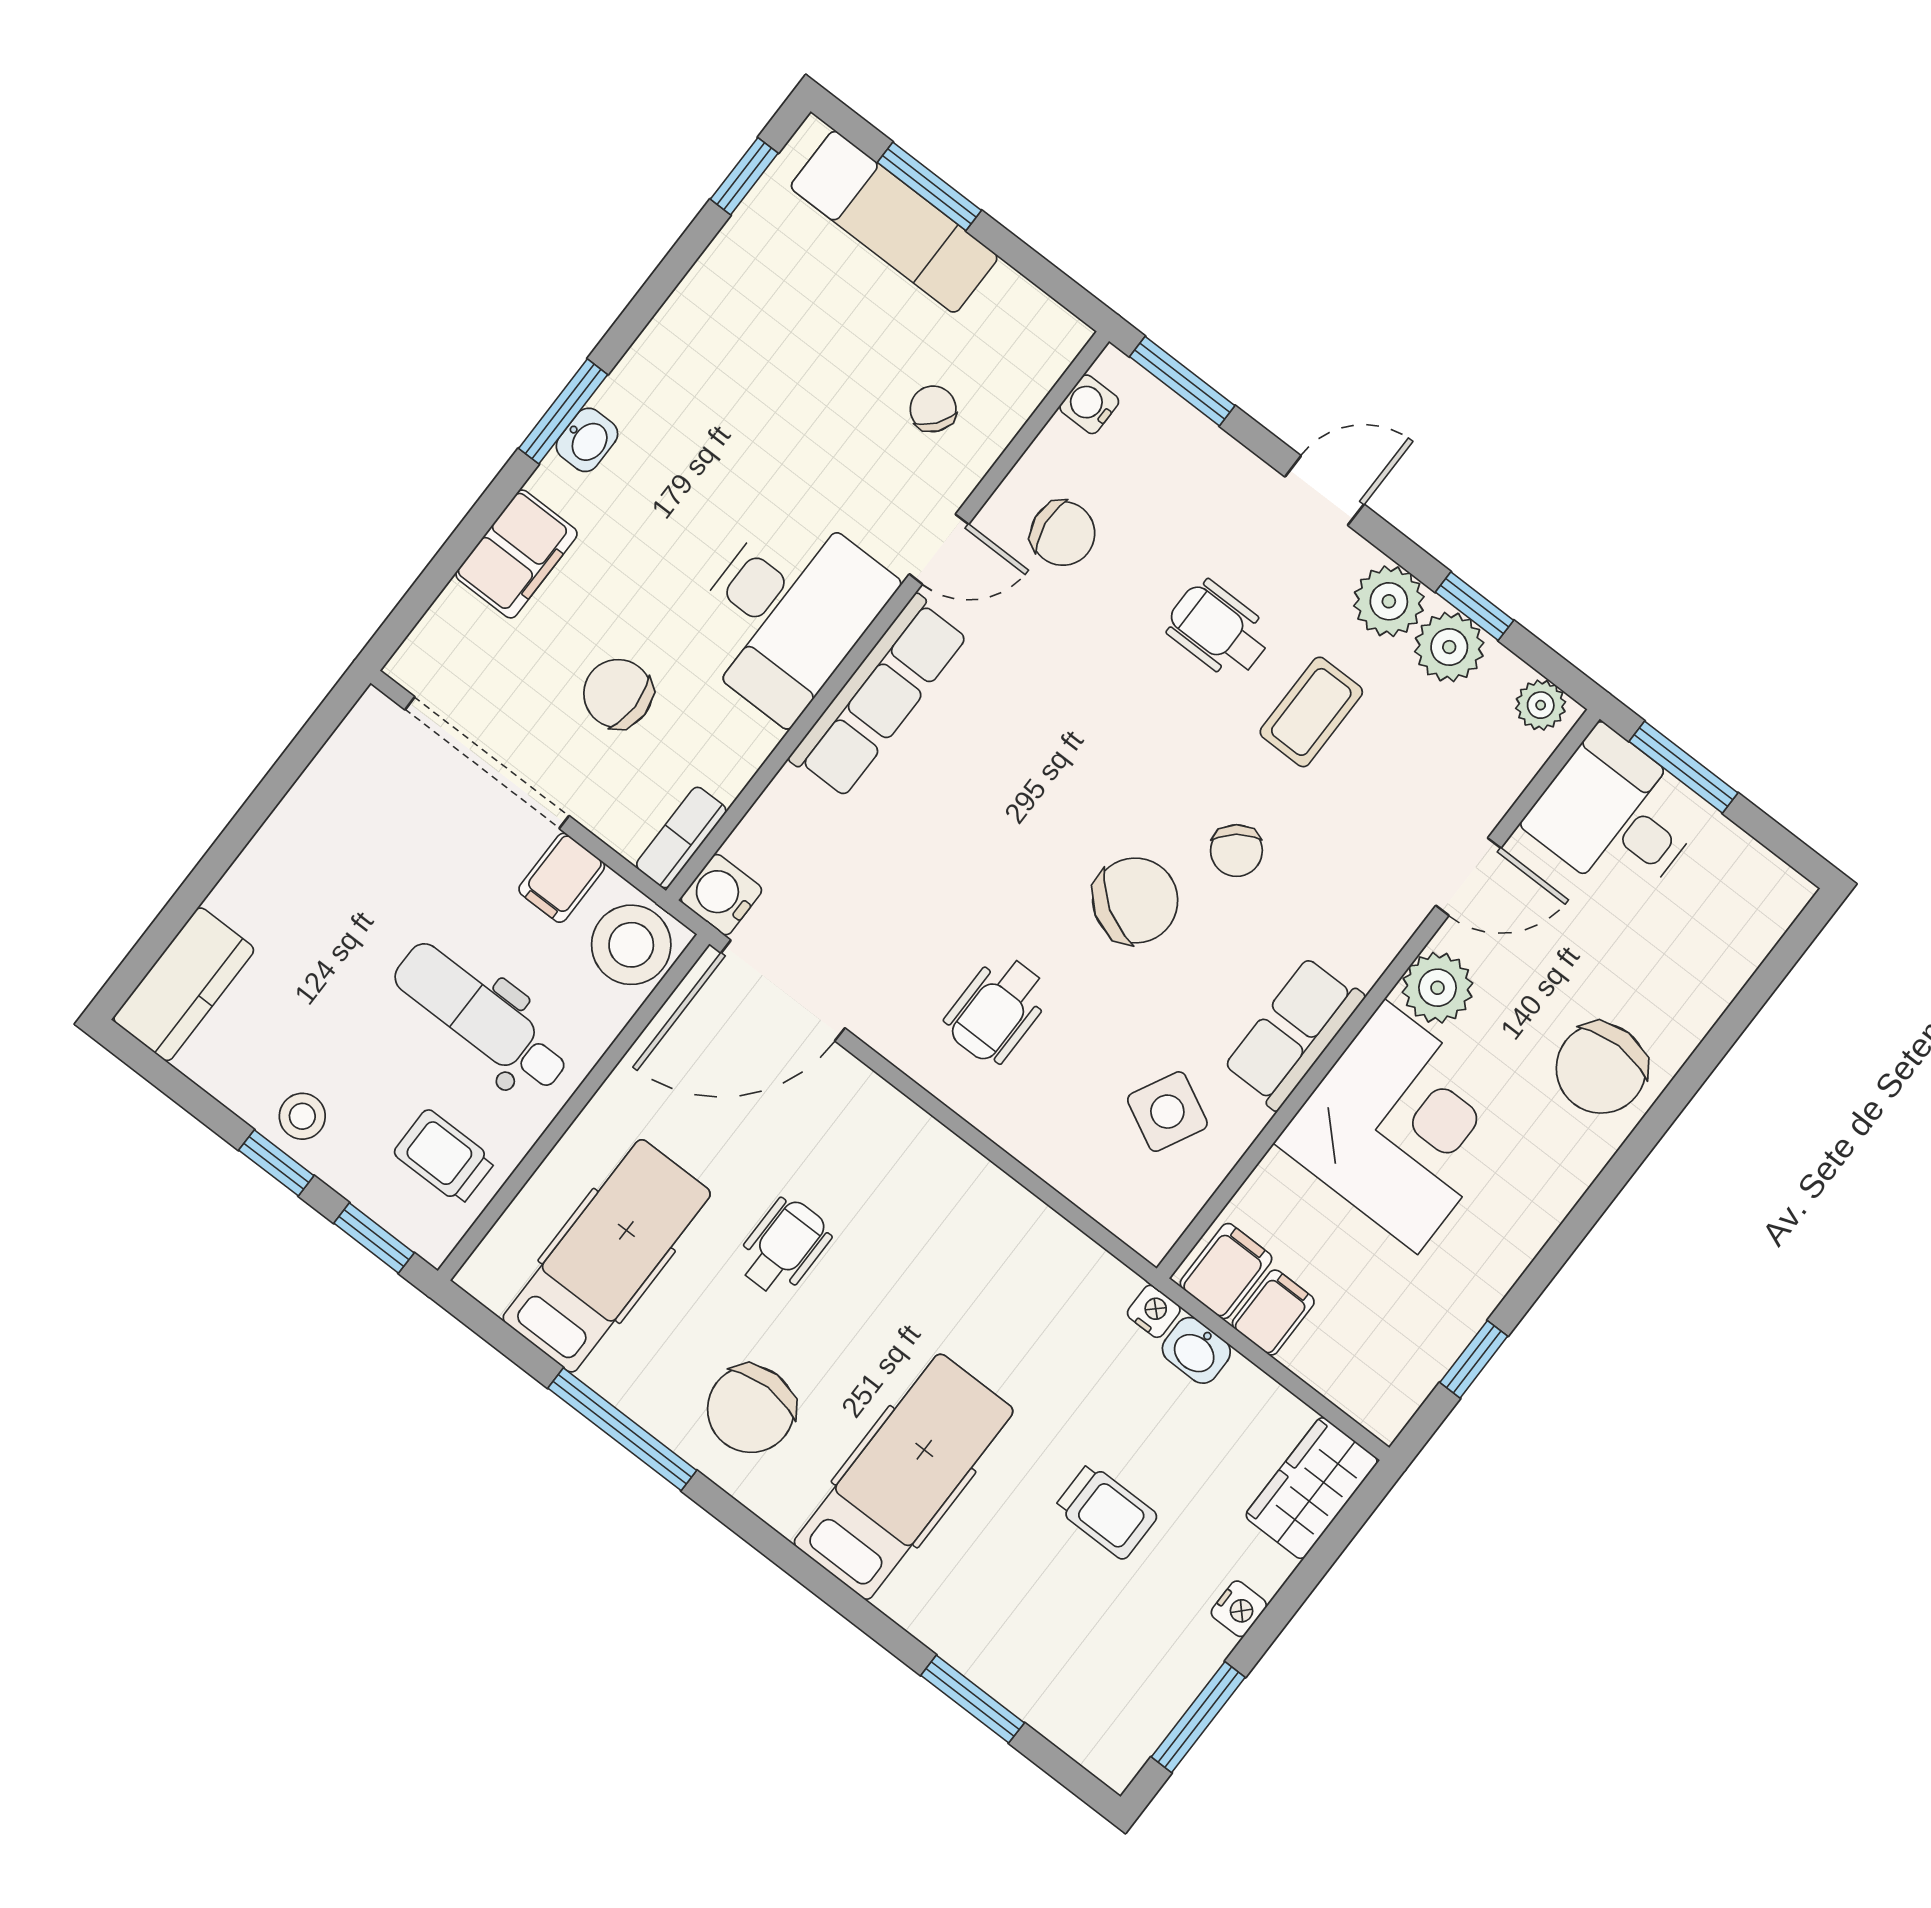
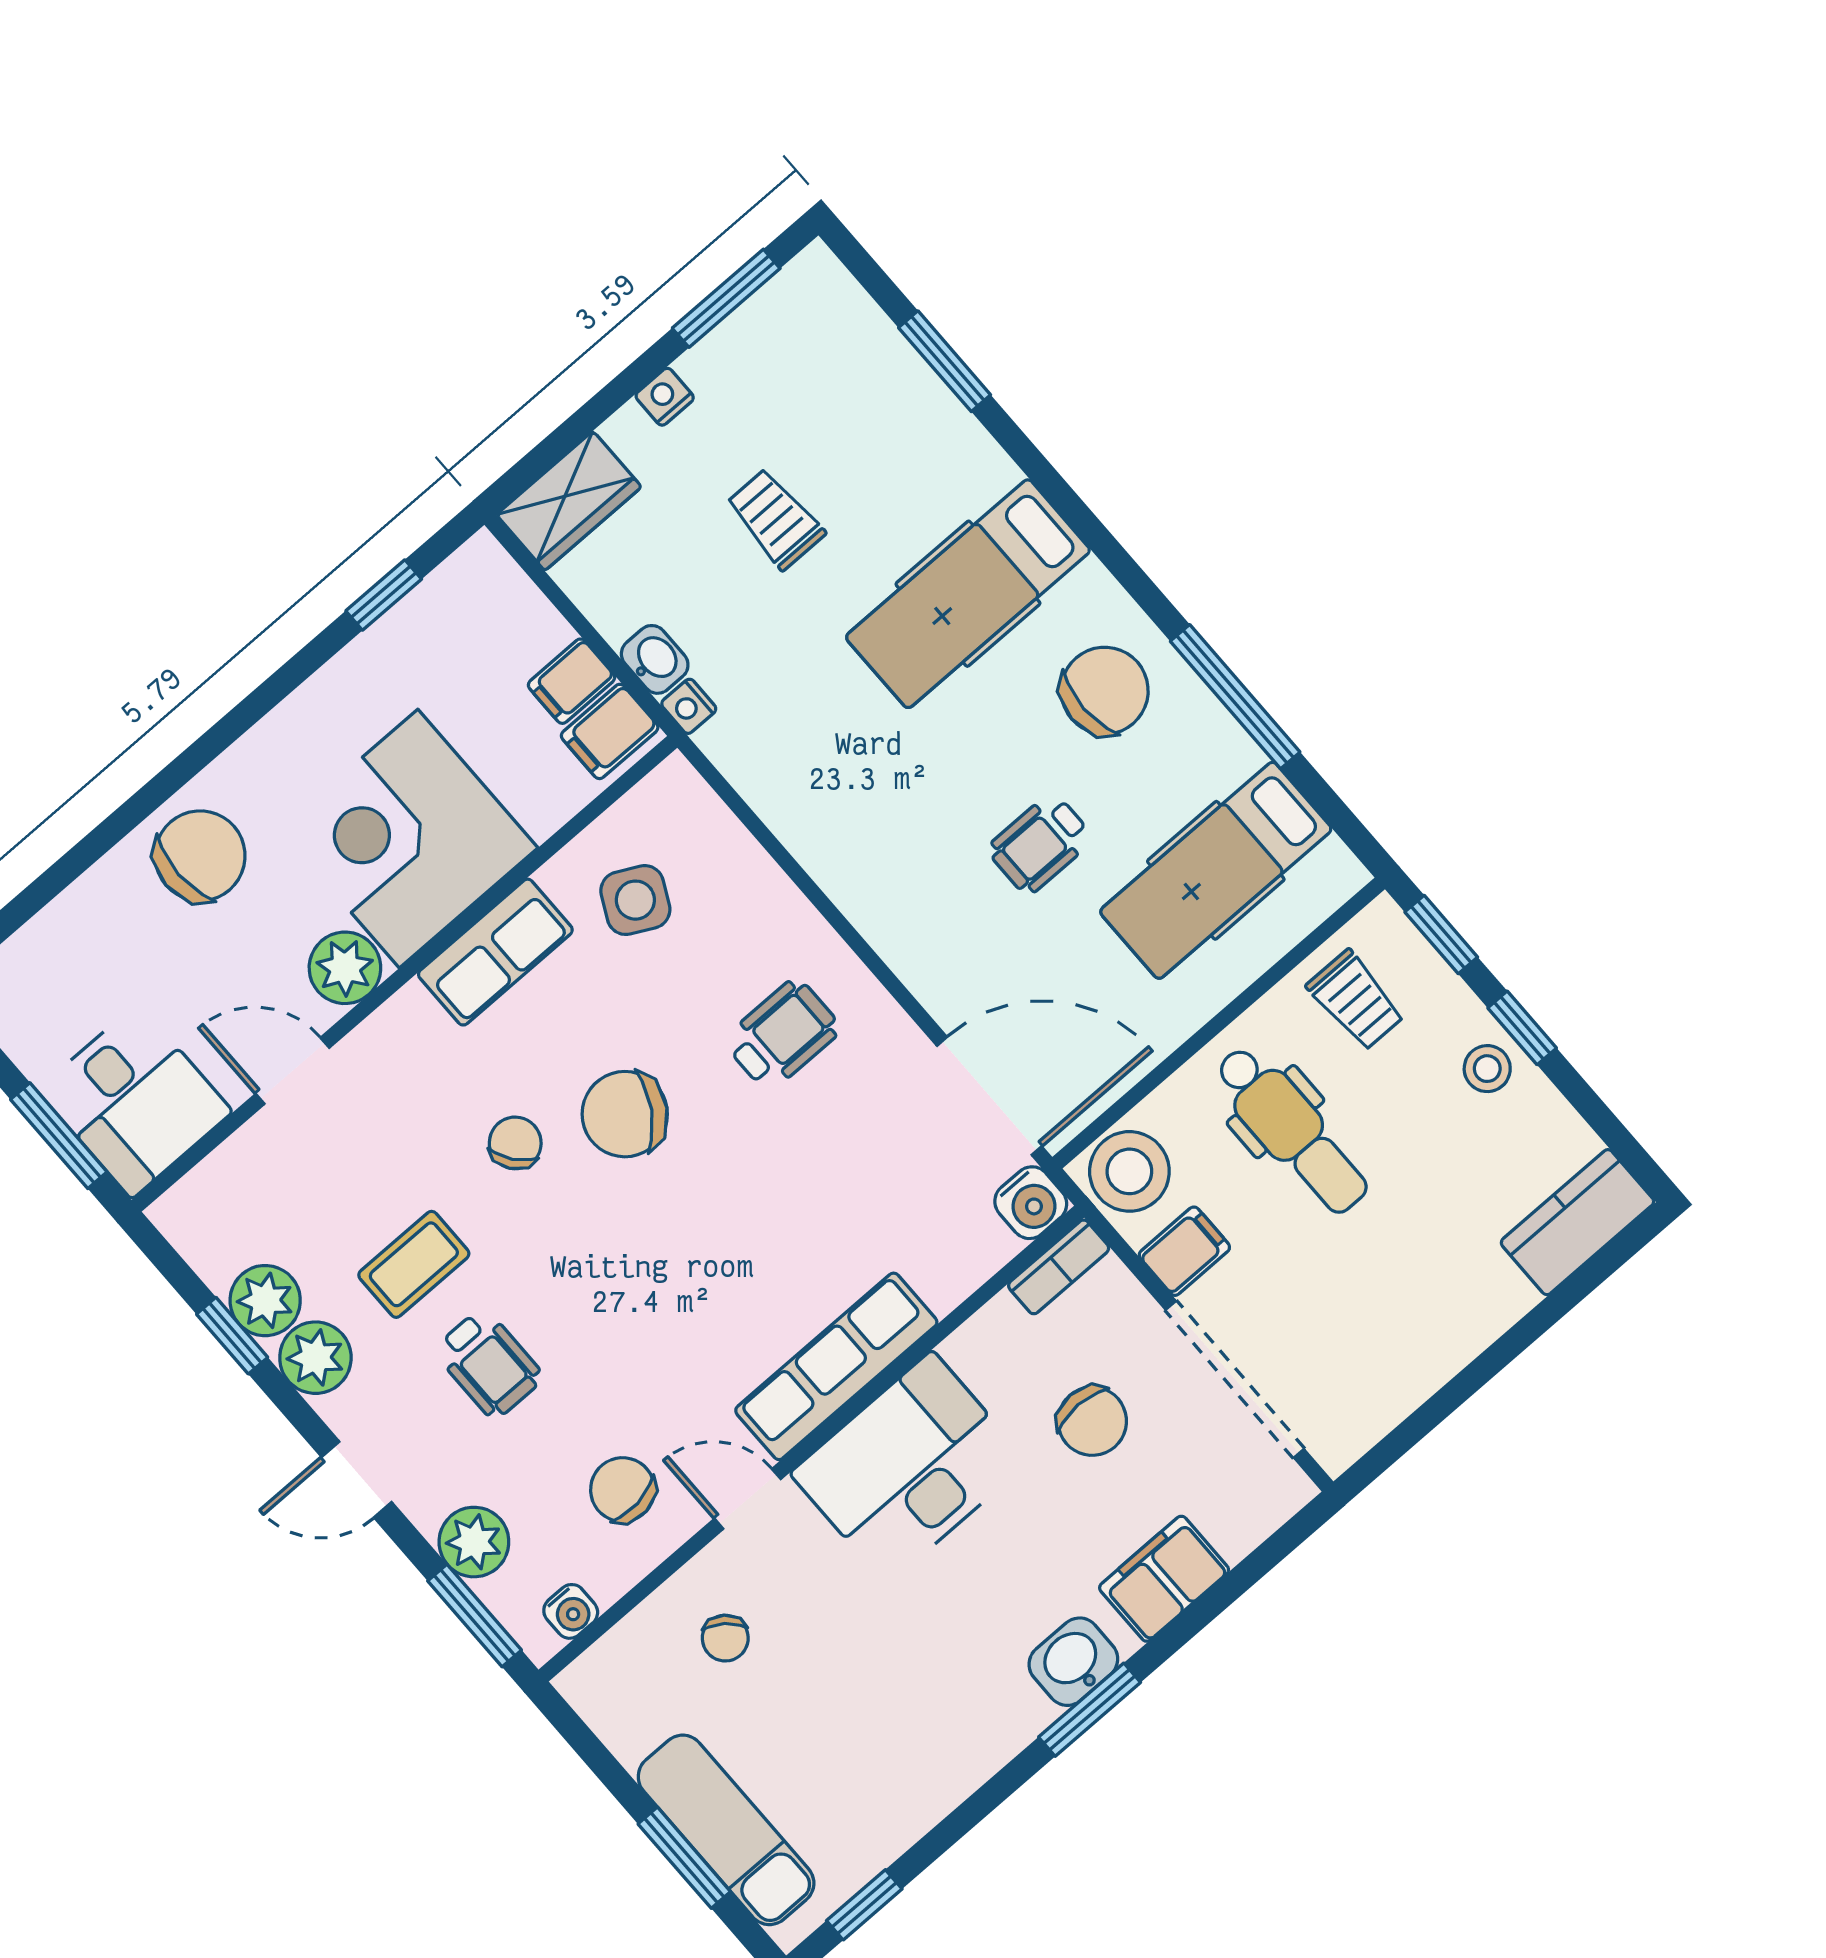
washbasin: (587, 440) -> (1073, 1662), width x1.38, depth x1.45
plant: (1541, 705) -> (474, 1542), moved, width x1.38, depth x1.38

